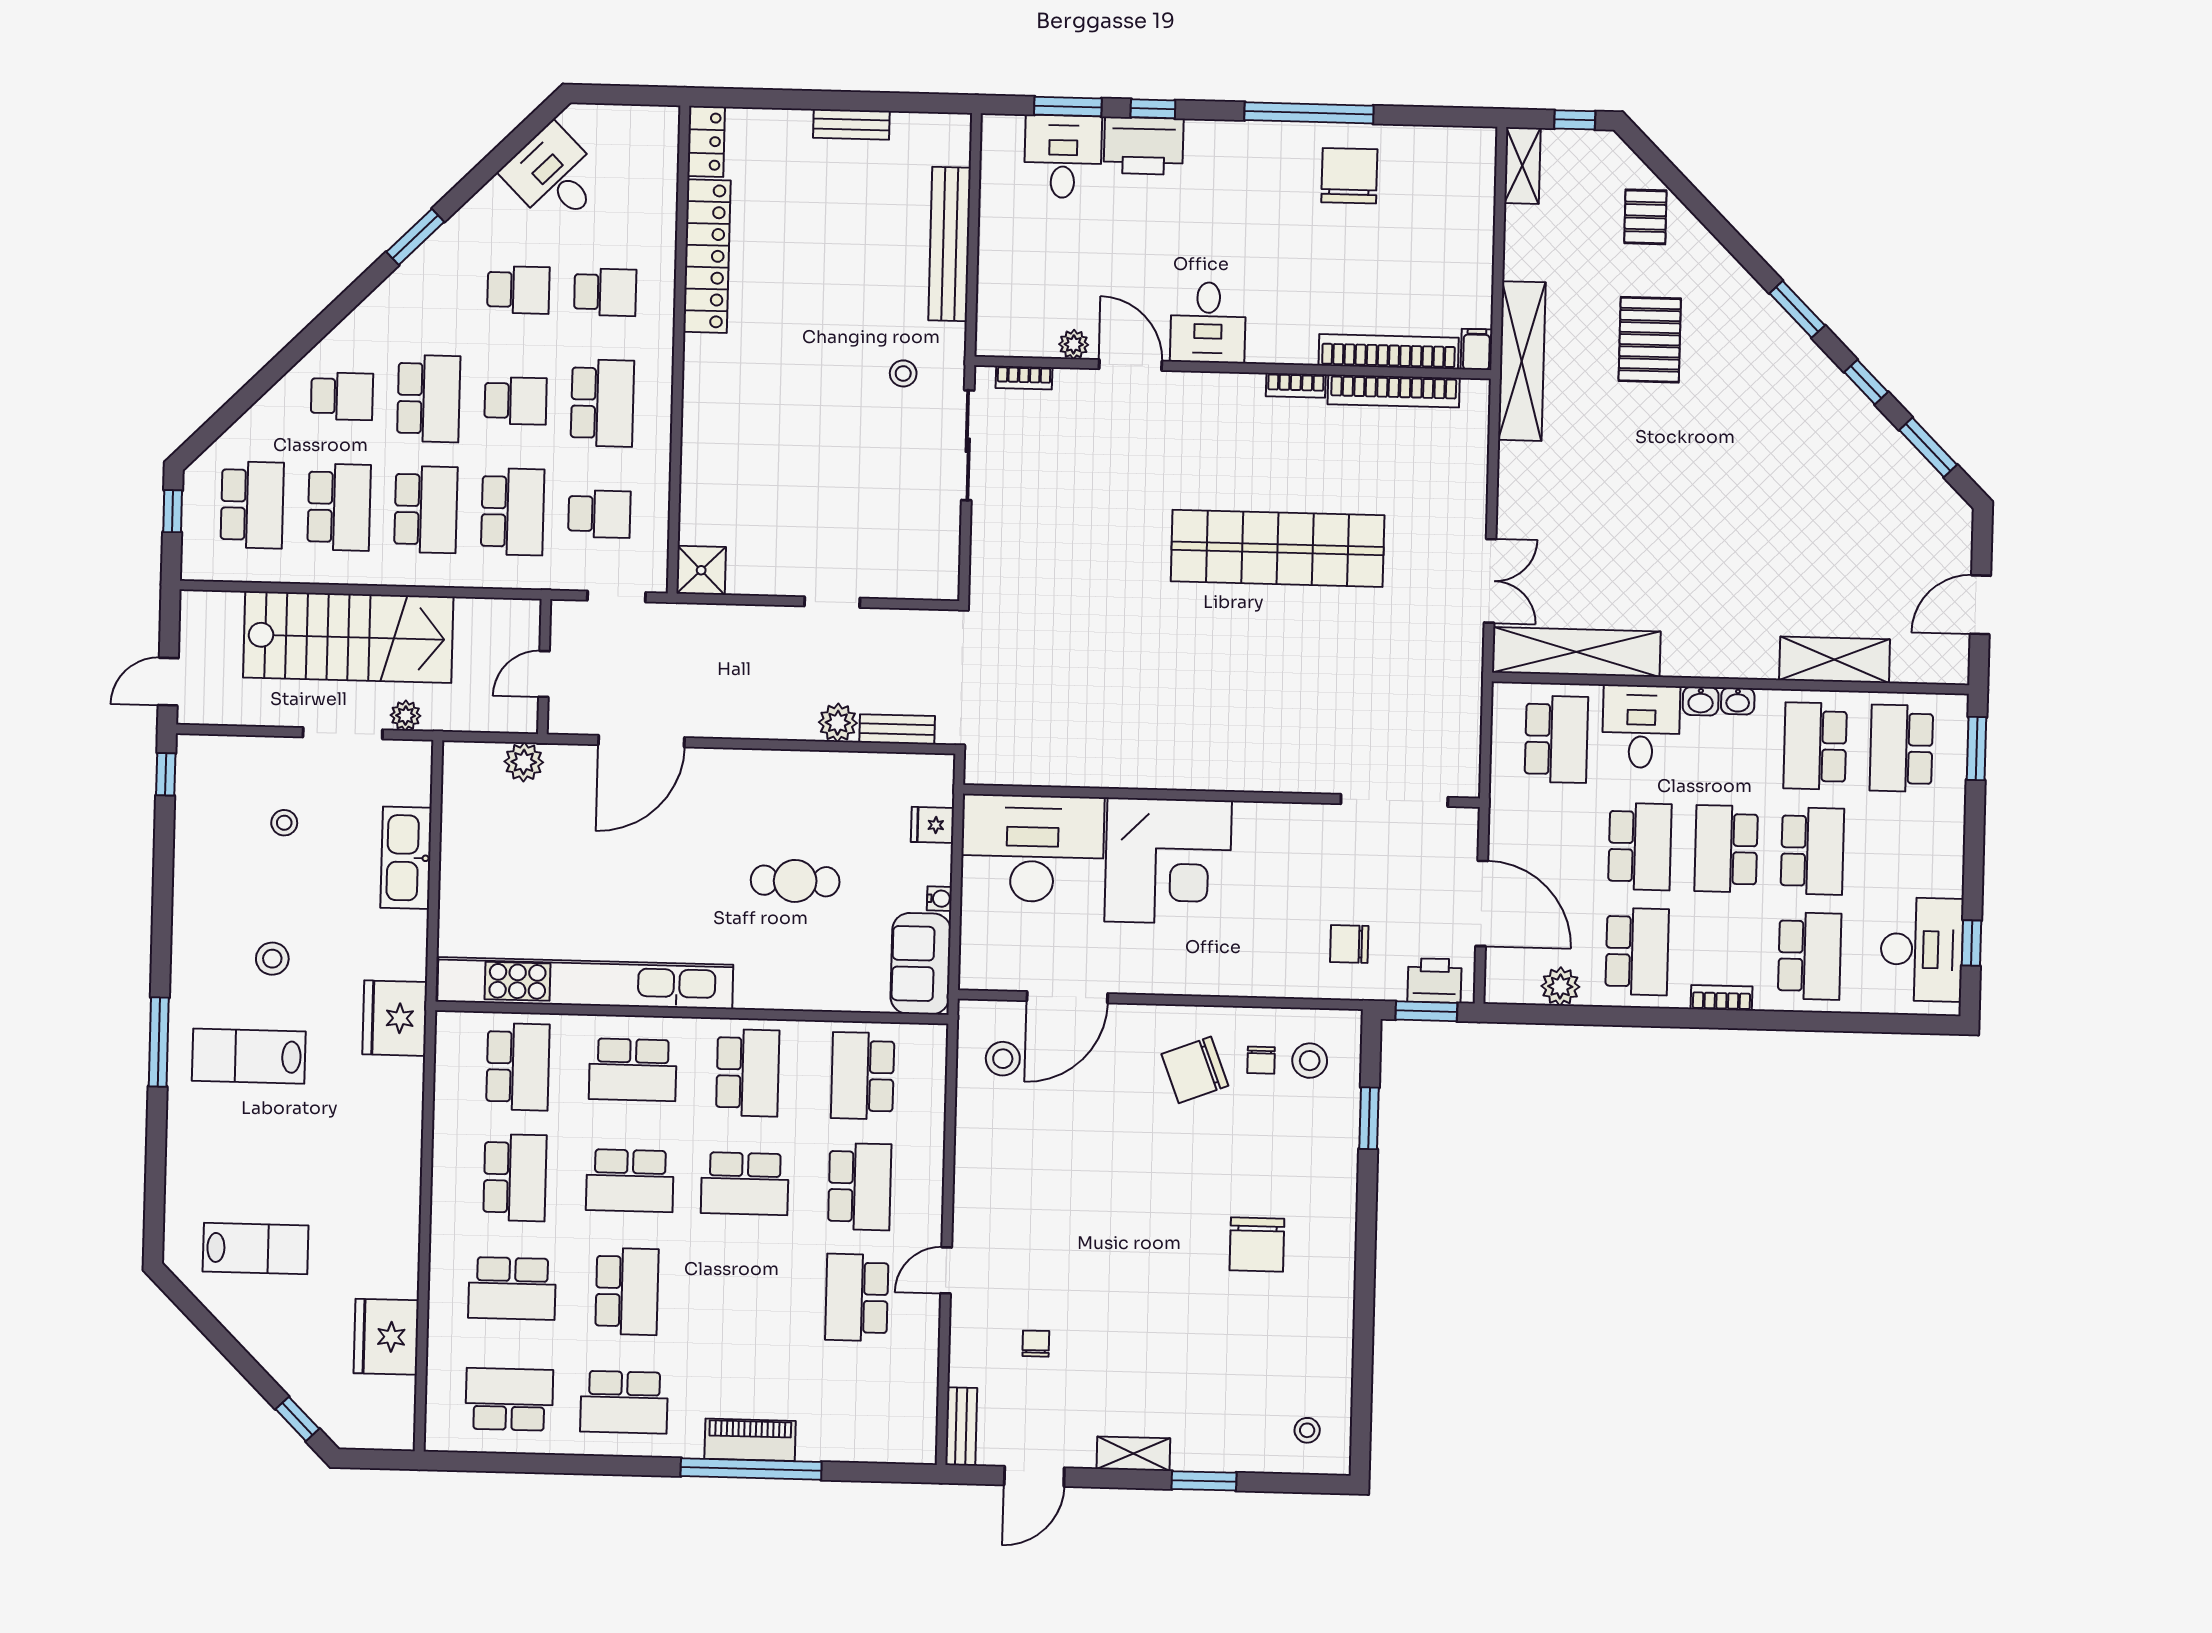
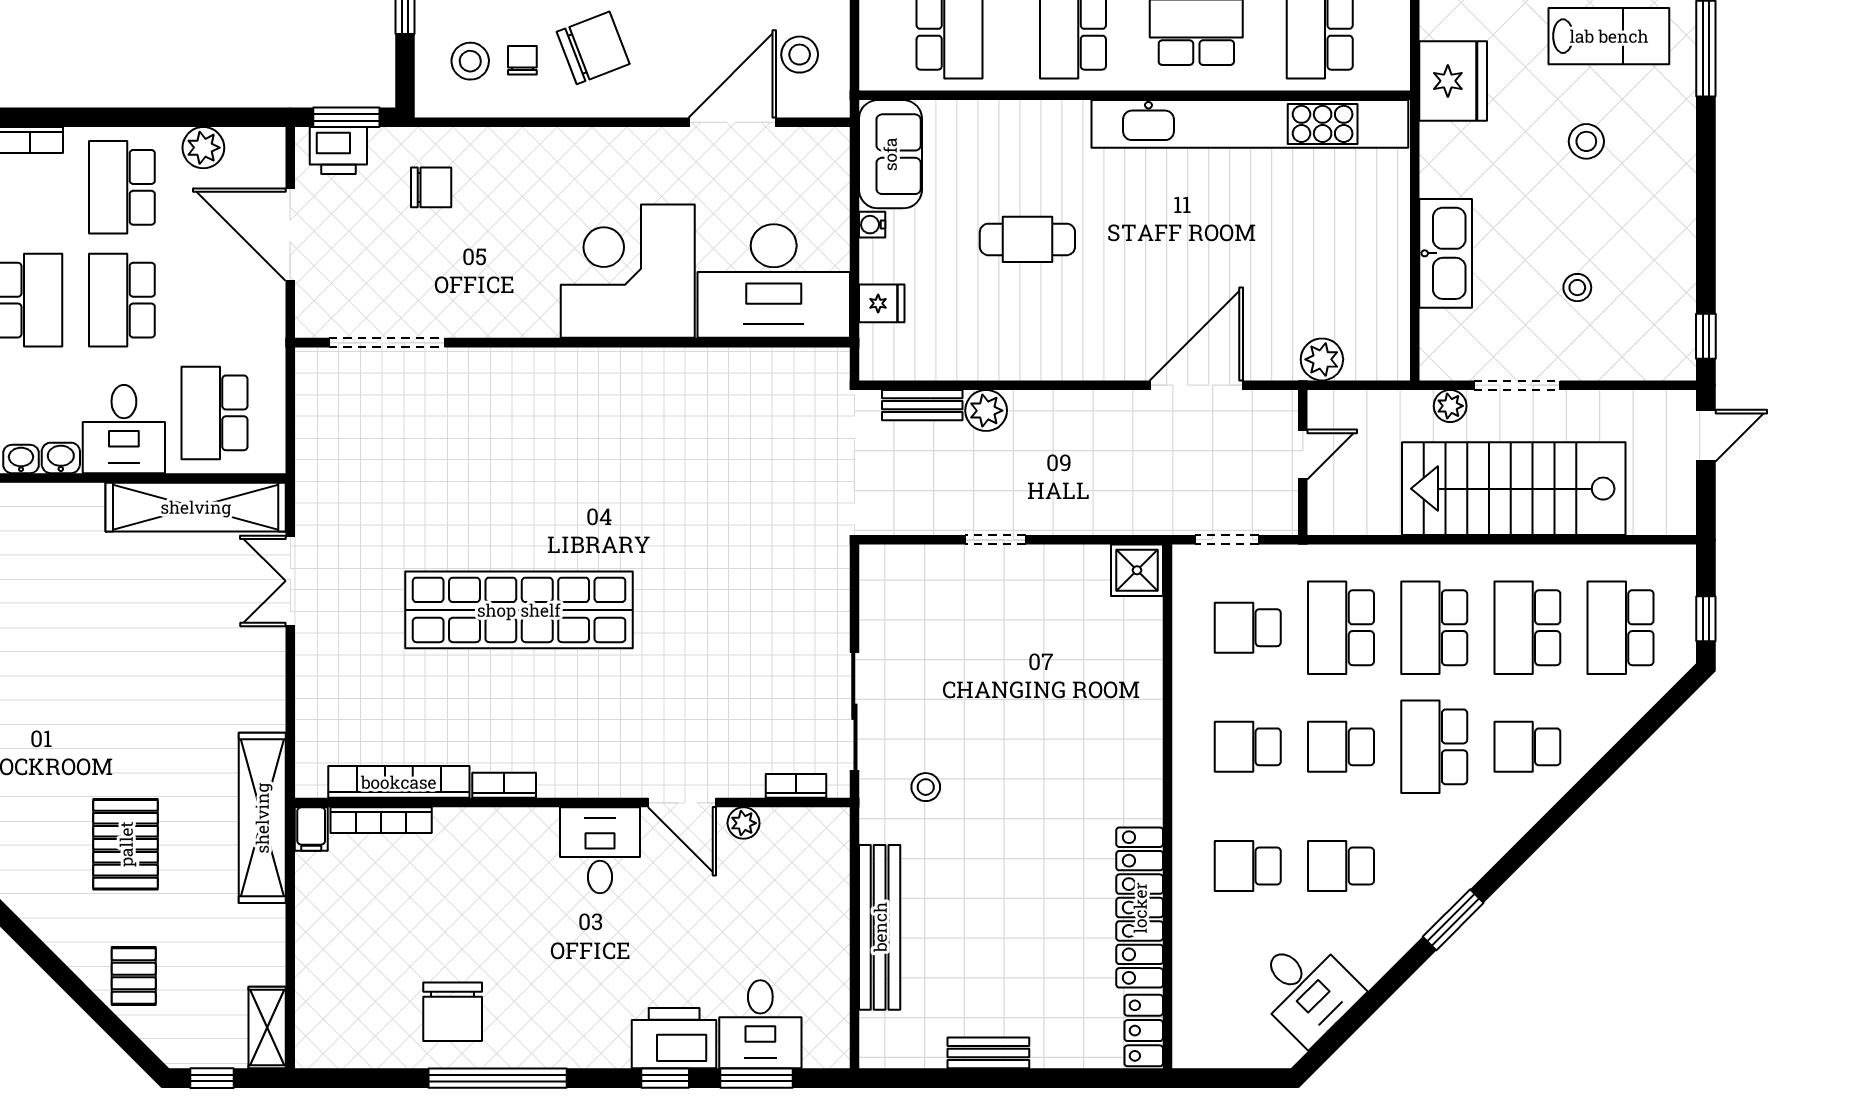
bookcase: (1389, 352) -> (381, 820), width x0.68, depth x0.76
school desk: (602, 403) -> (1248, 747), width x0.54

